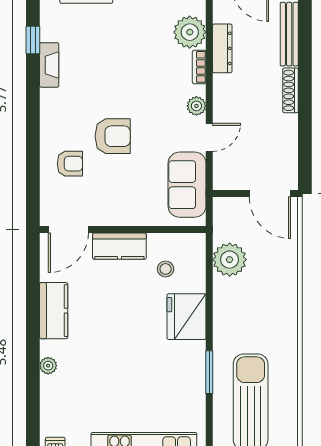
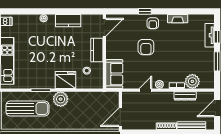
window: (33, 40) -> (145, 11), moved
door: (209, 137) -> (145, 90), swing flipped
armchair: (70, 164) -> (153, 23), moved
sofa: (187, 185) -> (114, 74), moved, turned 90
door: (68, 229) -> (104, 27), swing flipped
plant: (230, 260) -> (61, 99), moved

